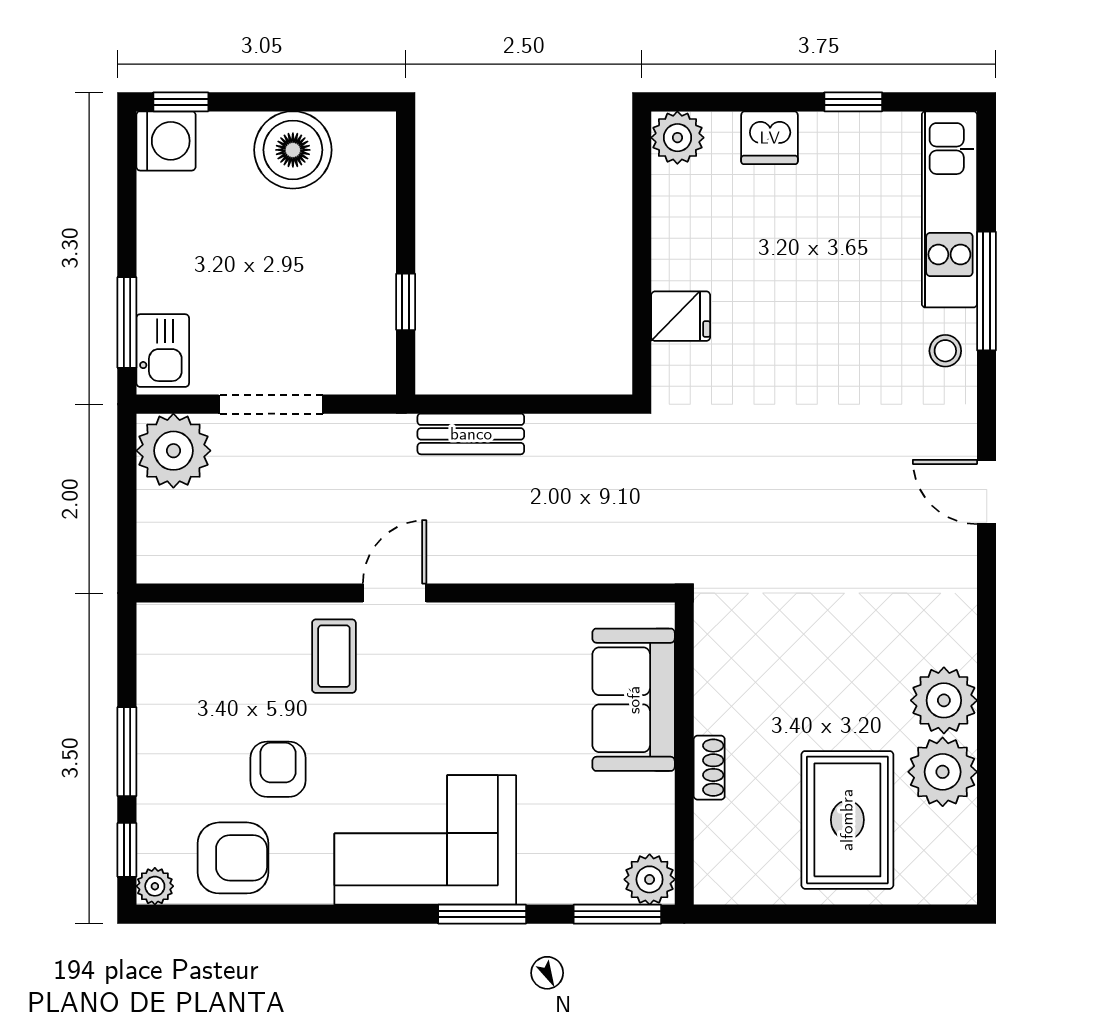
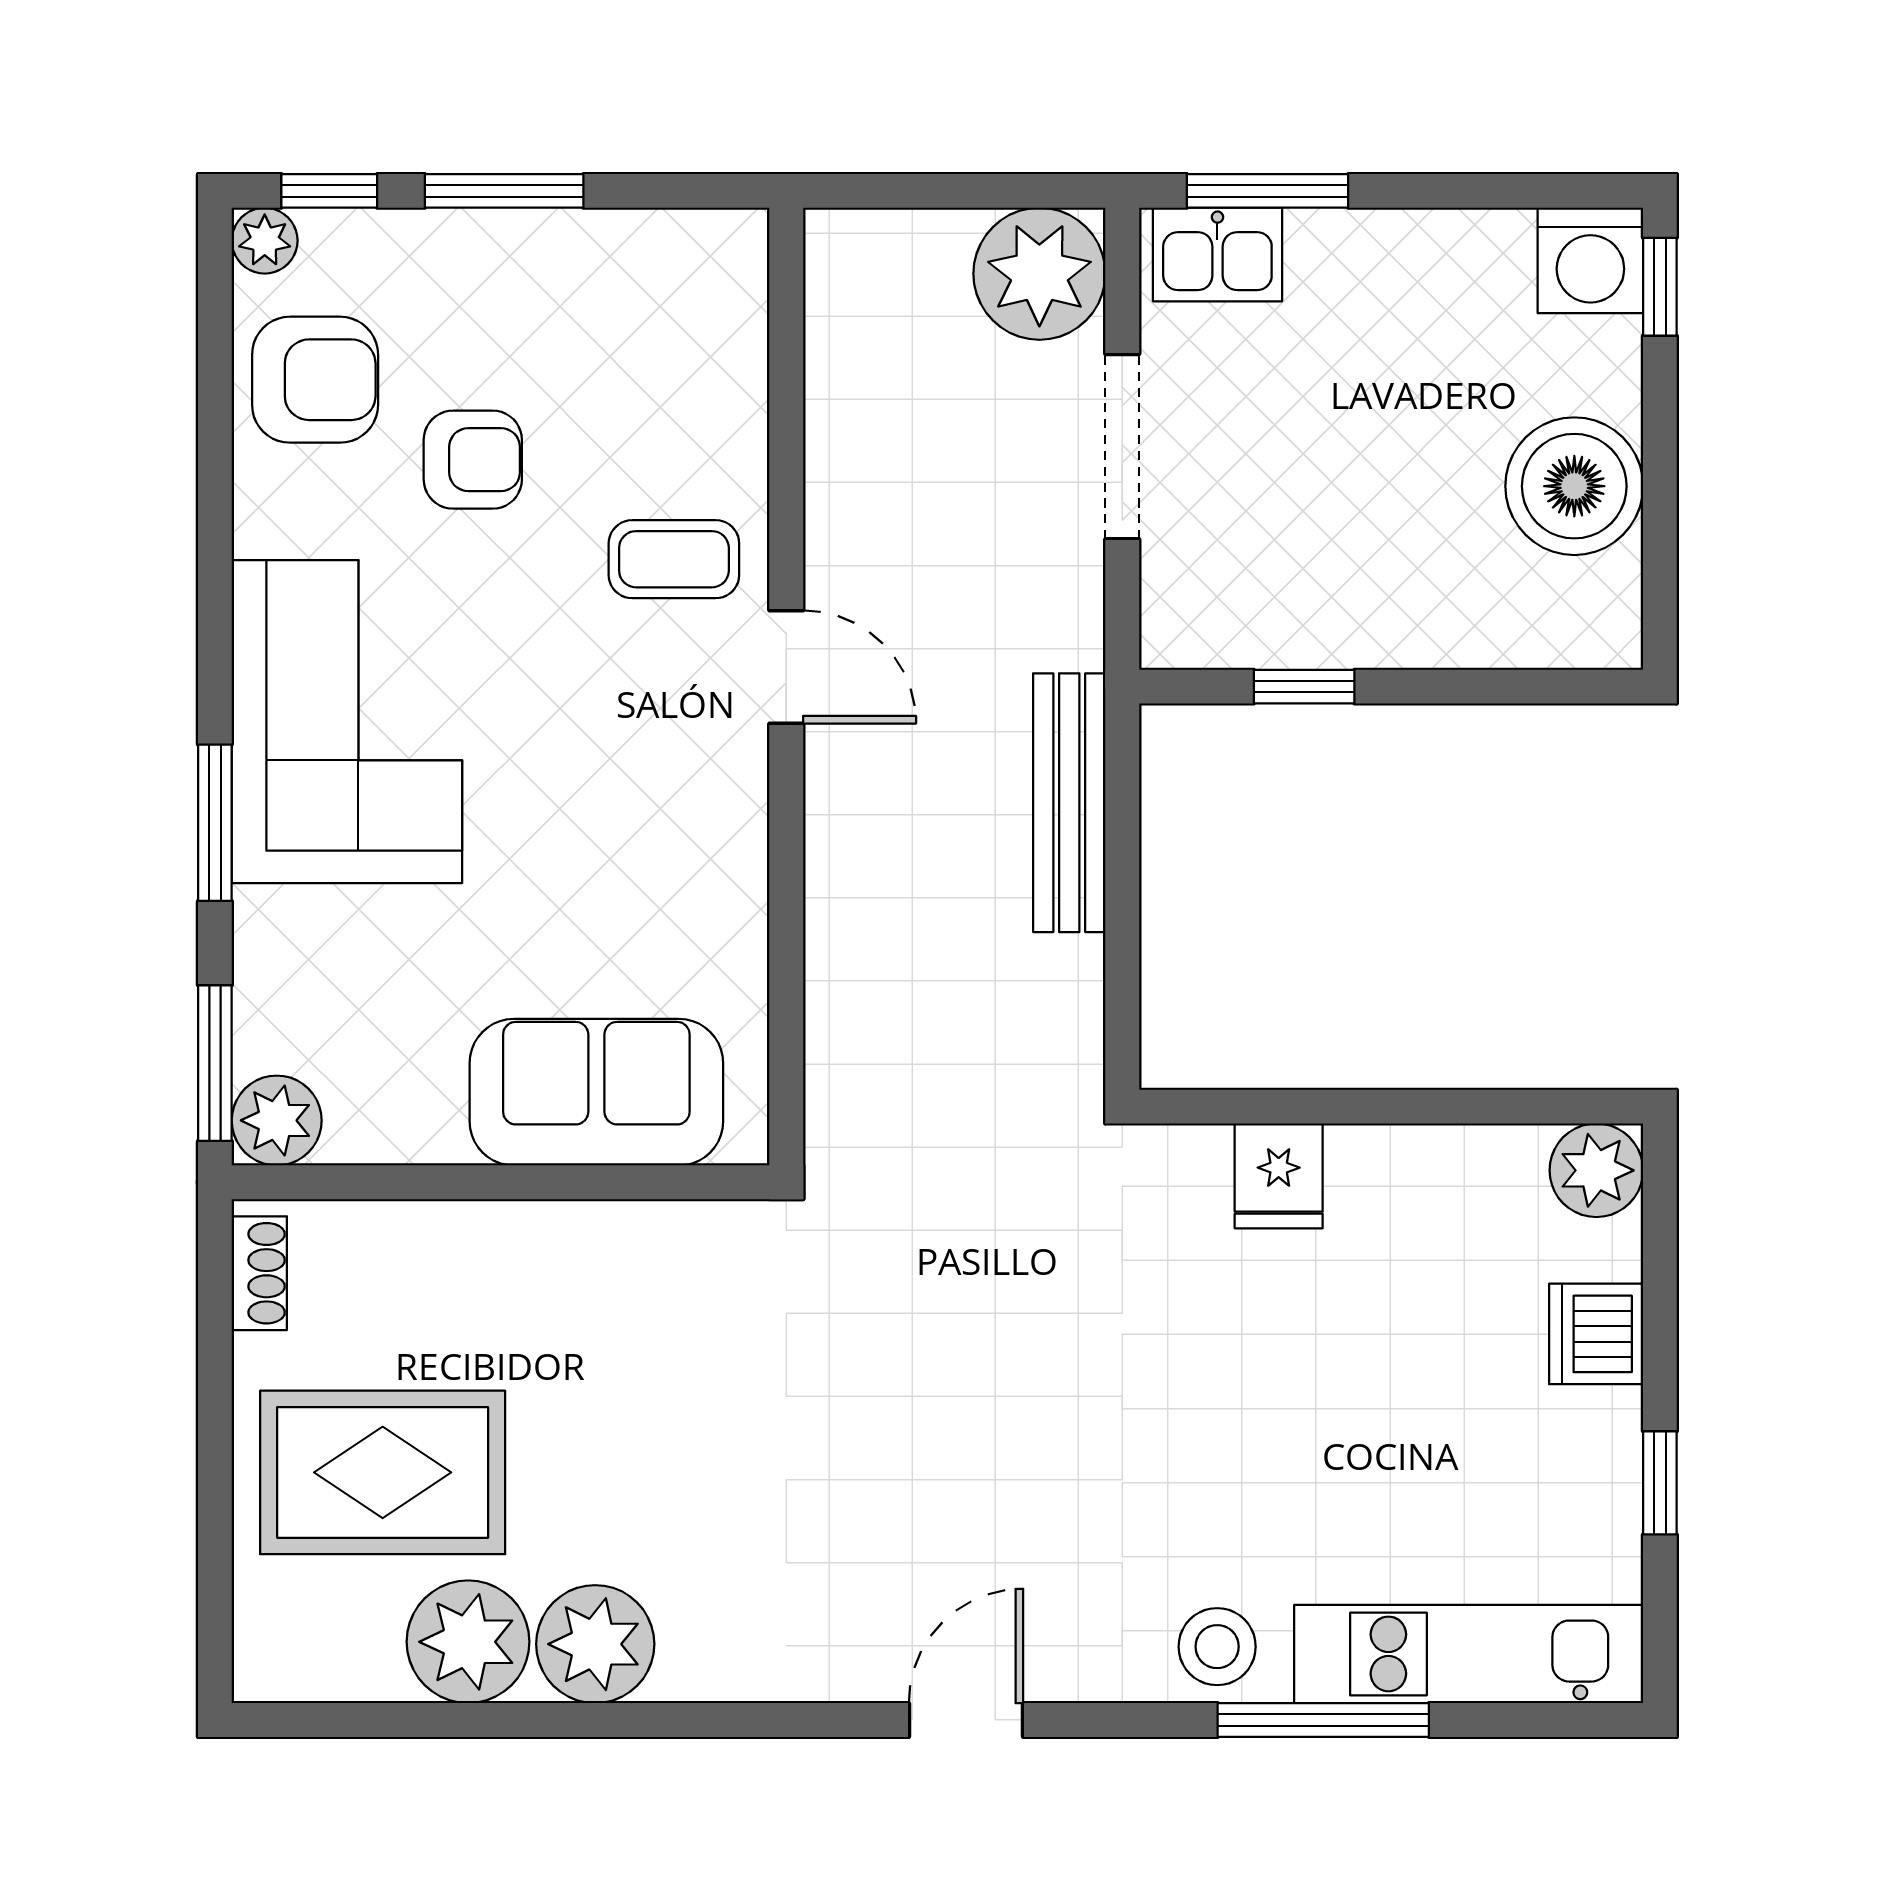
stool: (945, 351) -> (1217, 1647), width x1.37, depth x1.37
bench: (471, 434) -> (1069, 803), width x1.36
shoe rack: (709, 768) -> (259, 1273), moved, turned -90
armchair: (233, 858) -> (315, 380), turned -90

